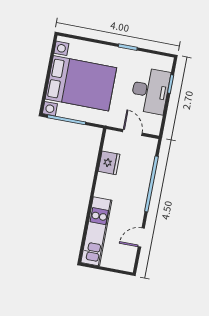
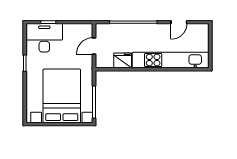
desk: (150, 91) -> (44, 38), moved
kitchen unit: (96, 231) -> (171, 60), width x1.36
door: (141, 238) -> (179, 22), hinge flipped

